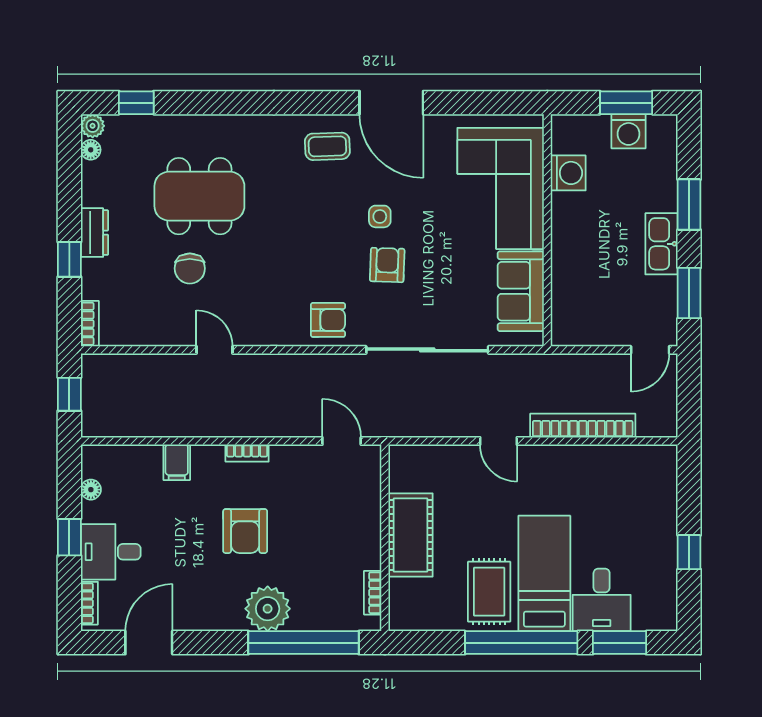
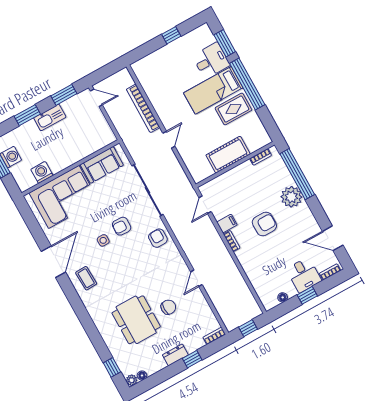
filing cabinet: (177, 462) -> (227, 224), moved

